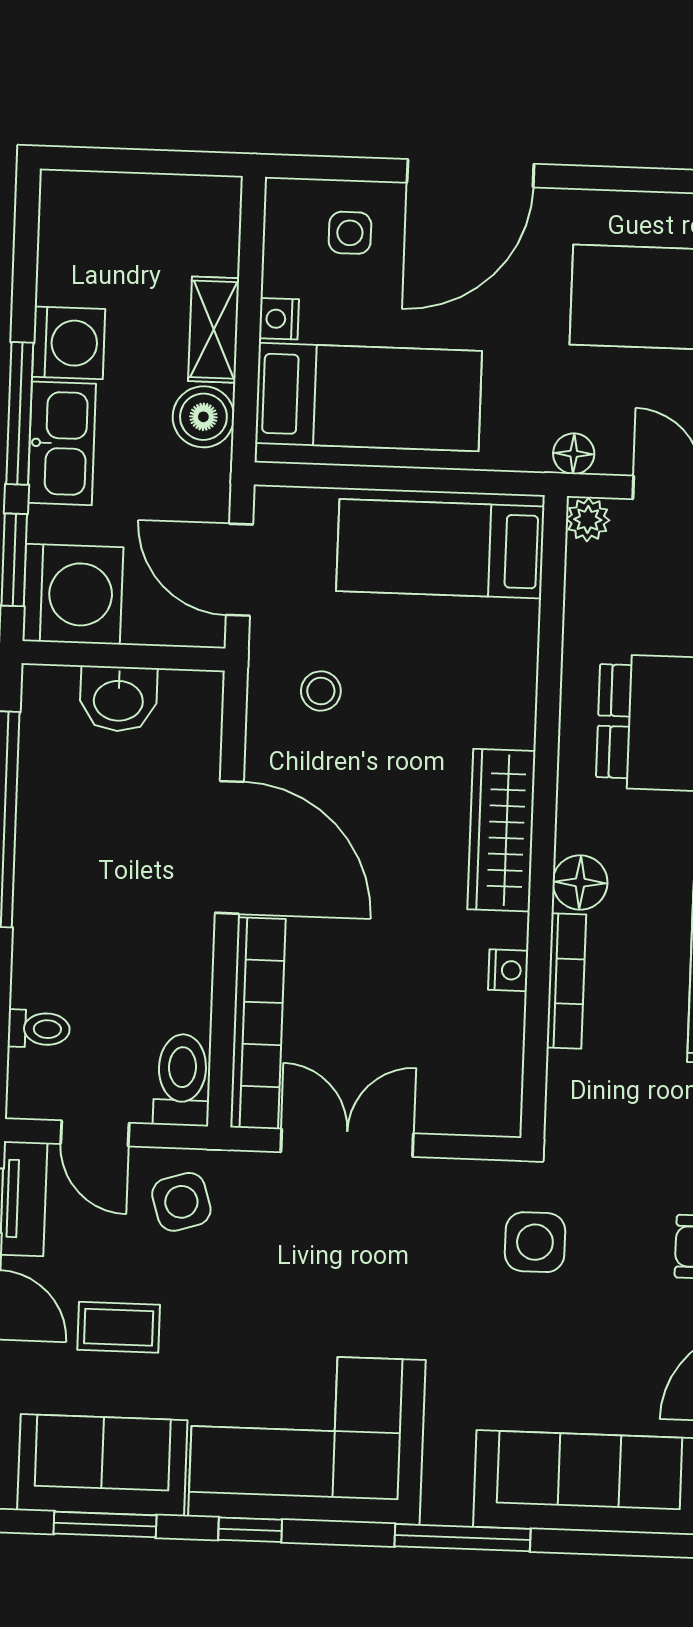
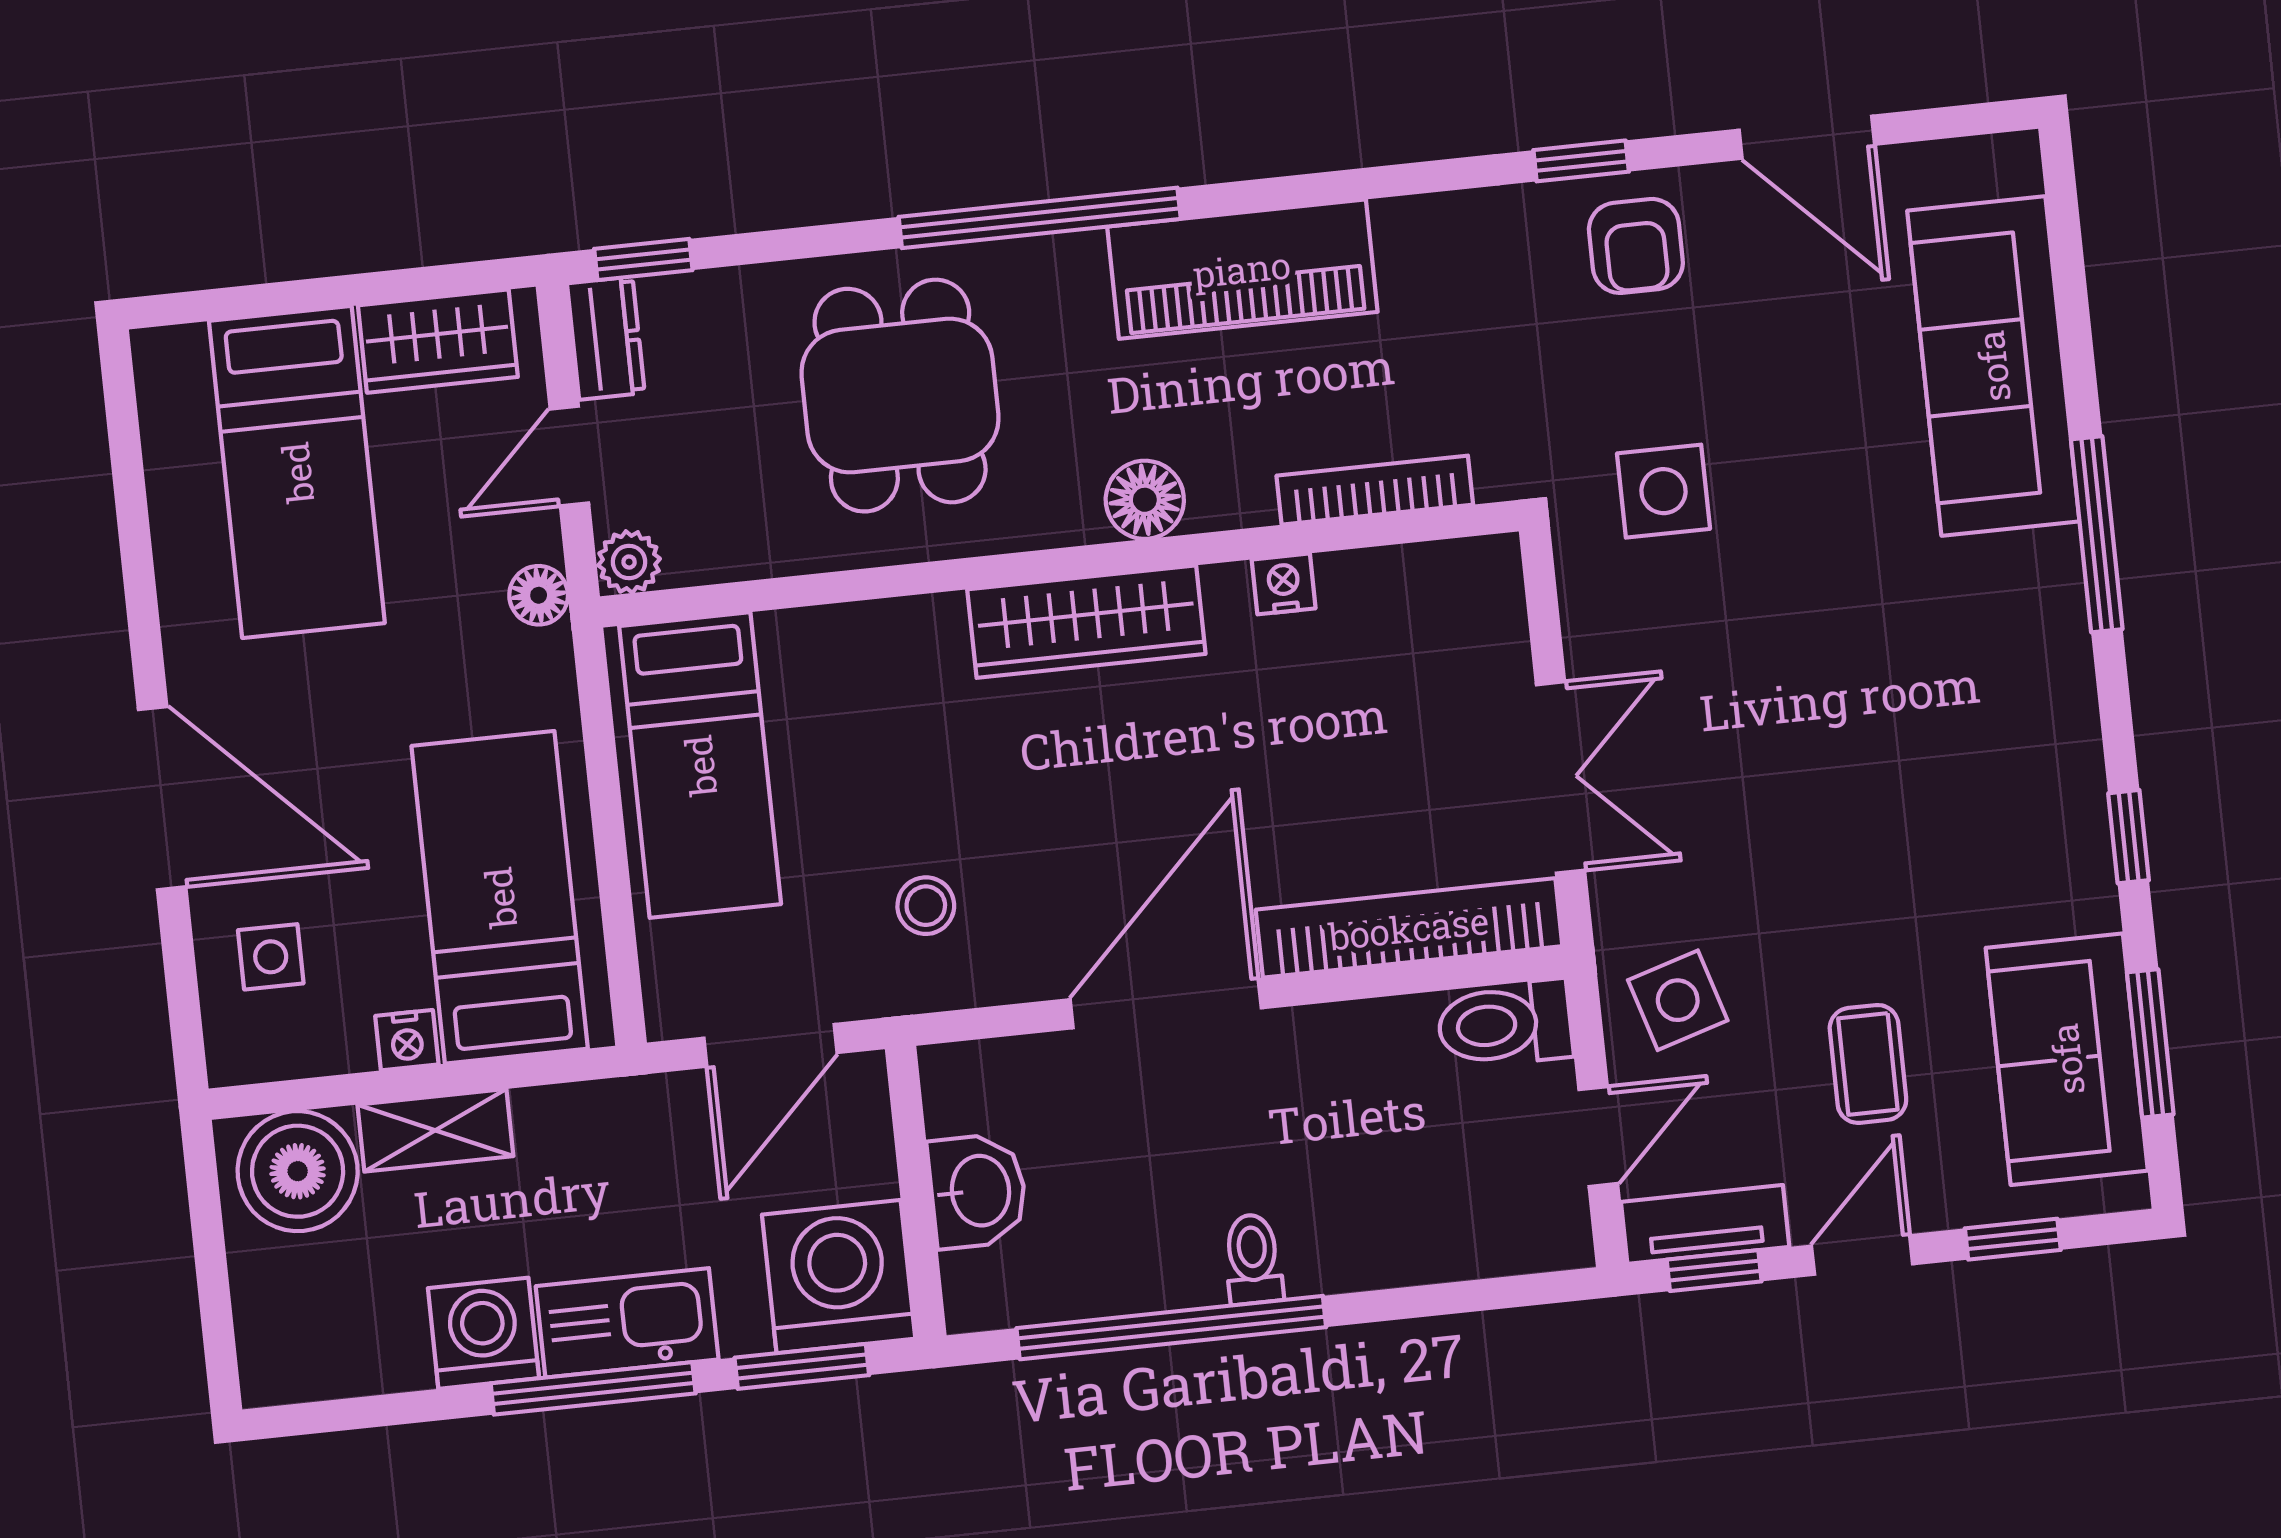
boiler: (203, 417) -> (298, 1171), moved, width x1.37, depth x1.37
bookcase: (566, 981) -> (1375, 490), moved
toilet: (39, 1029) -> (1253, 1259), moved
double door: (347, 1143) -> (1561, 777), swing flipped
corner sofa: (307, 1438) -> (1987, 775), removed

